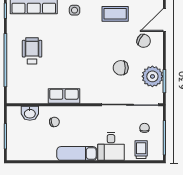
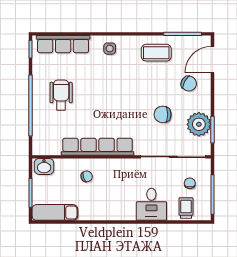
row of seats: (64, 96) -> (98, 147), width x2.02
washbasin: (30, 113) -> (44, 166), moved
exam couch: (77, 153) -> (55, 212), moved

